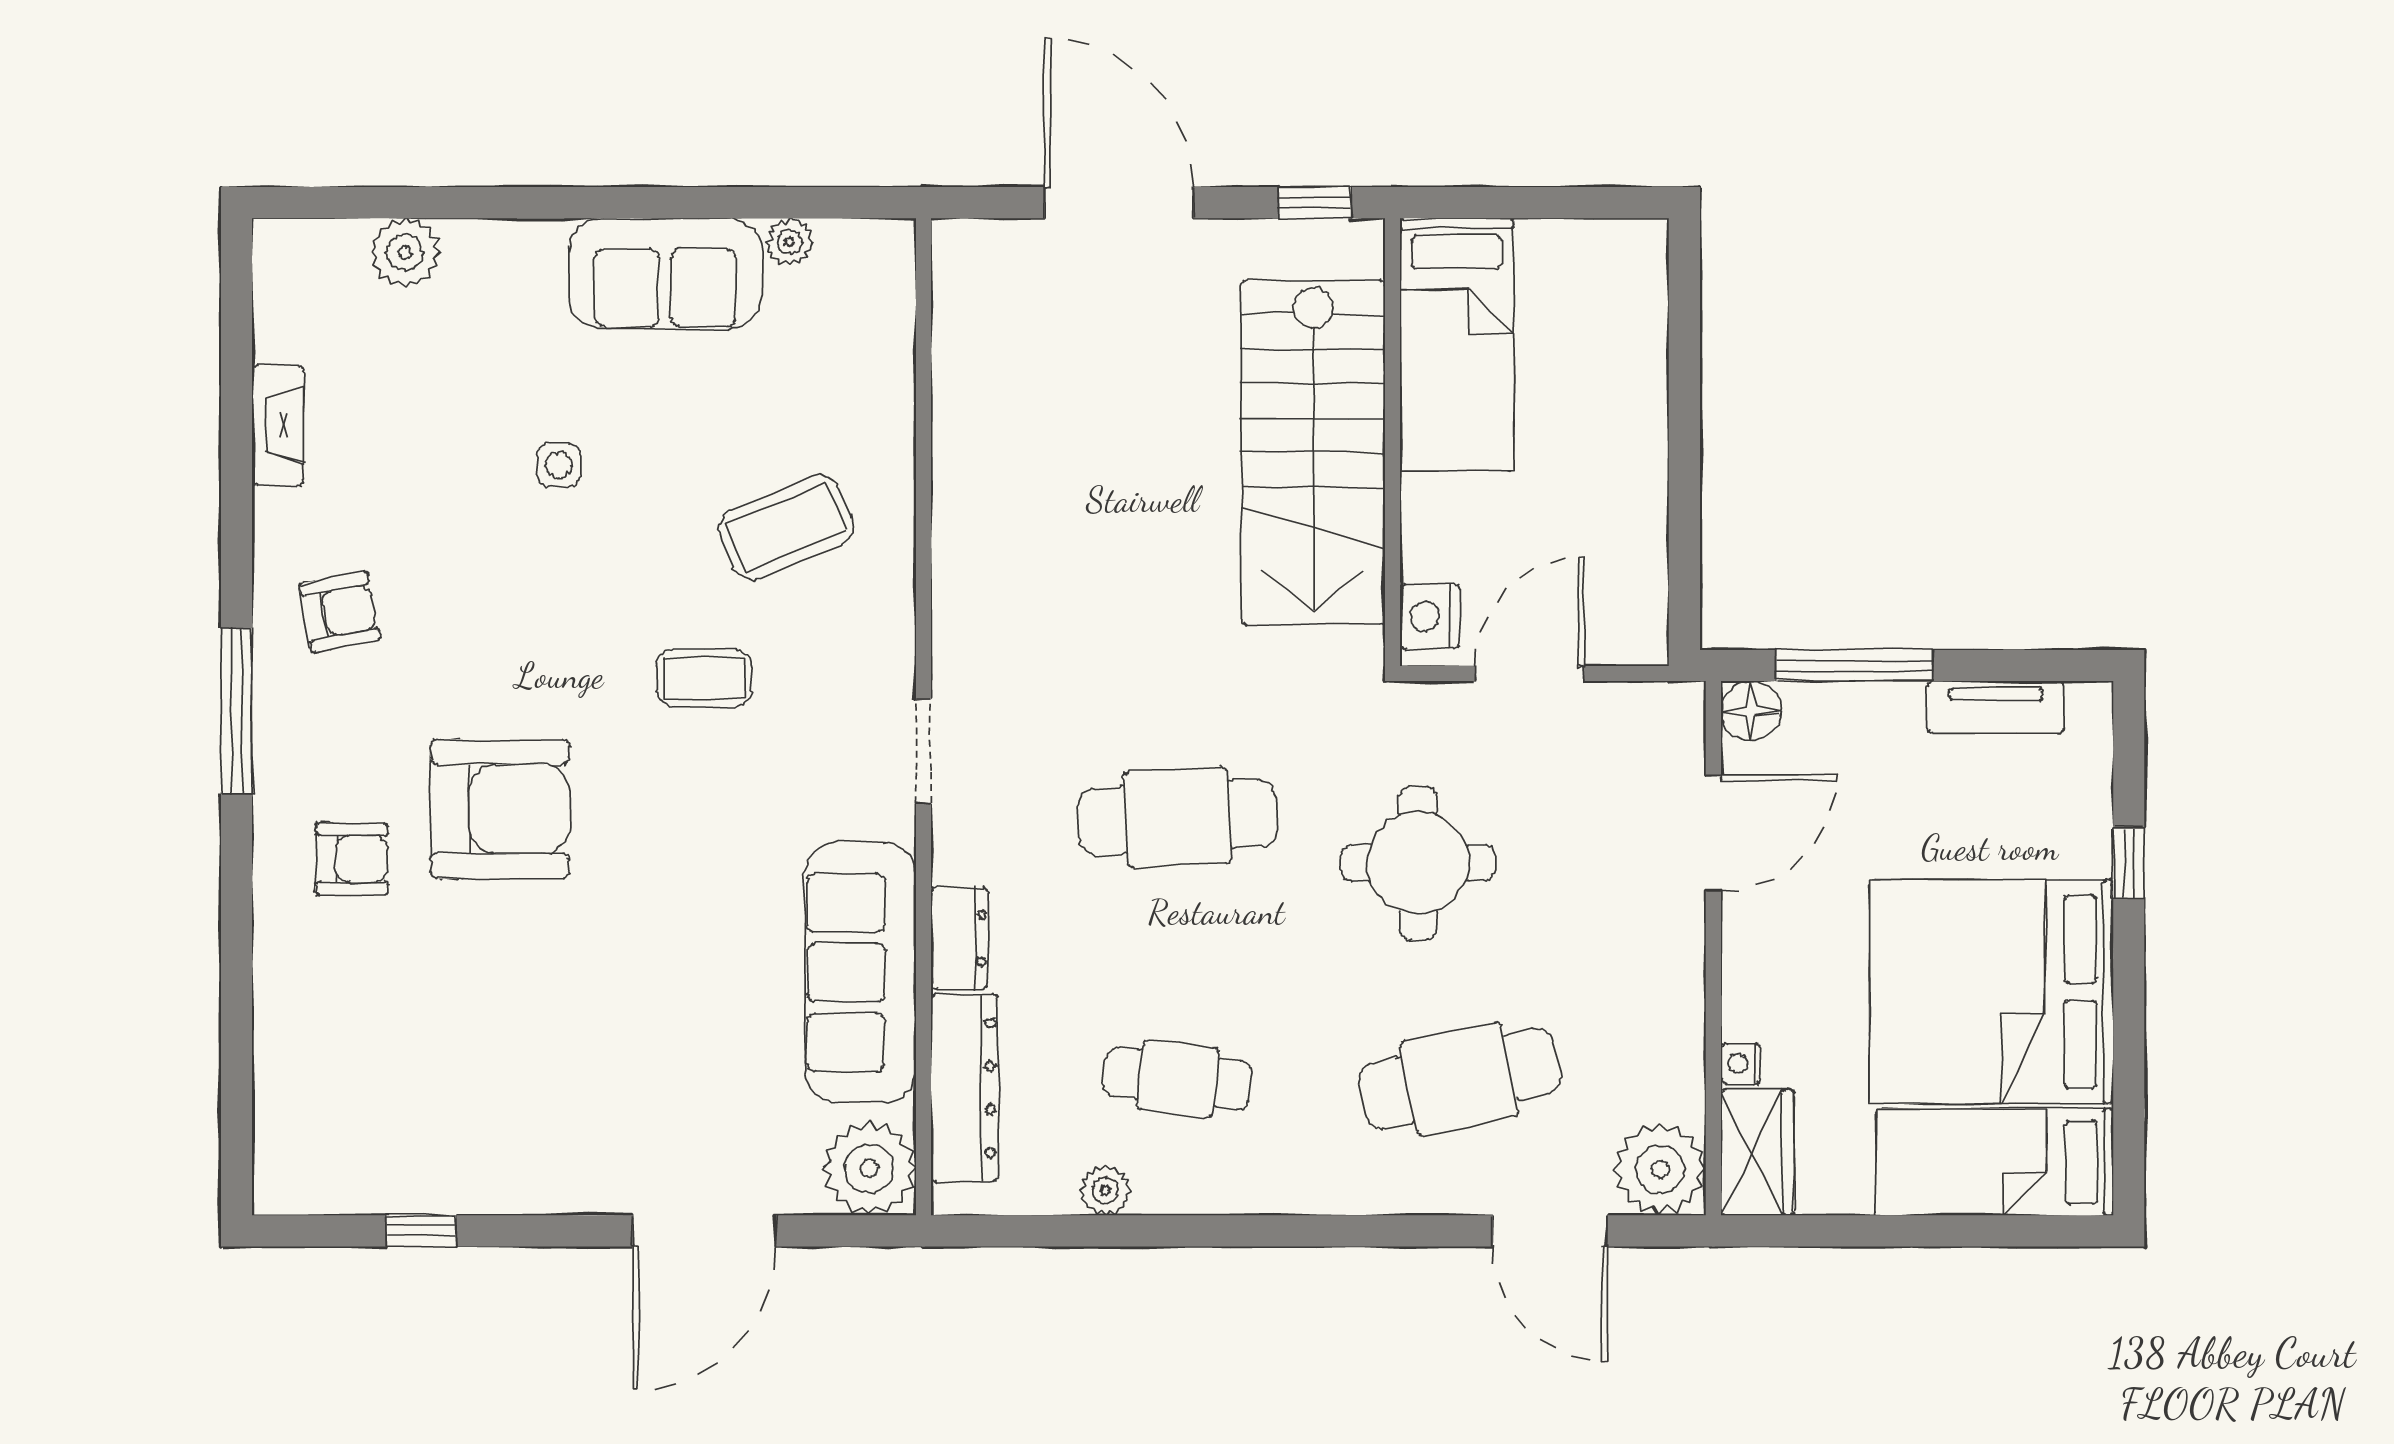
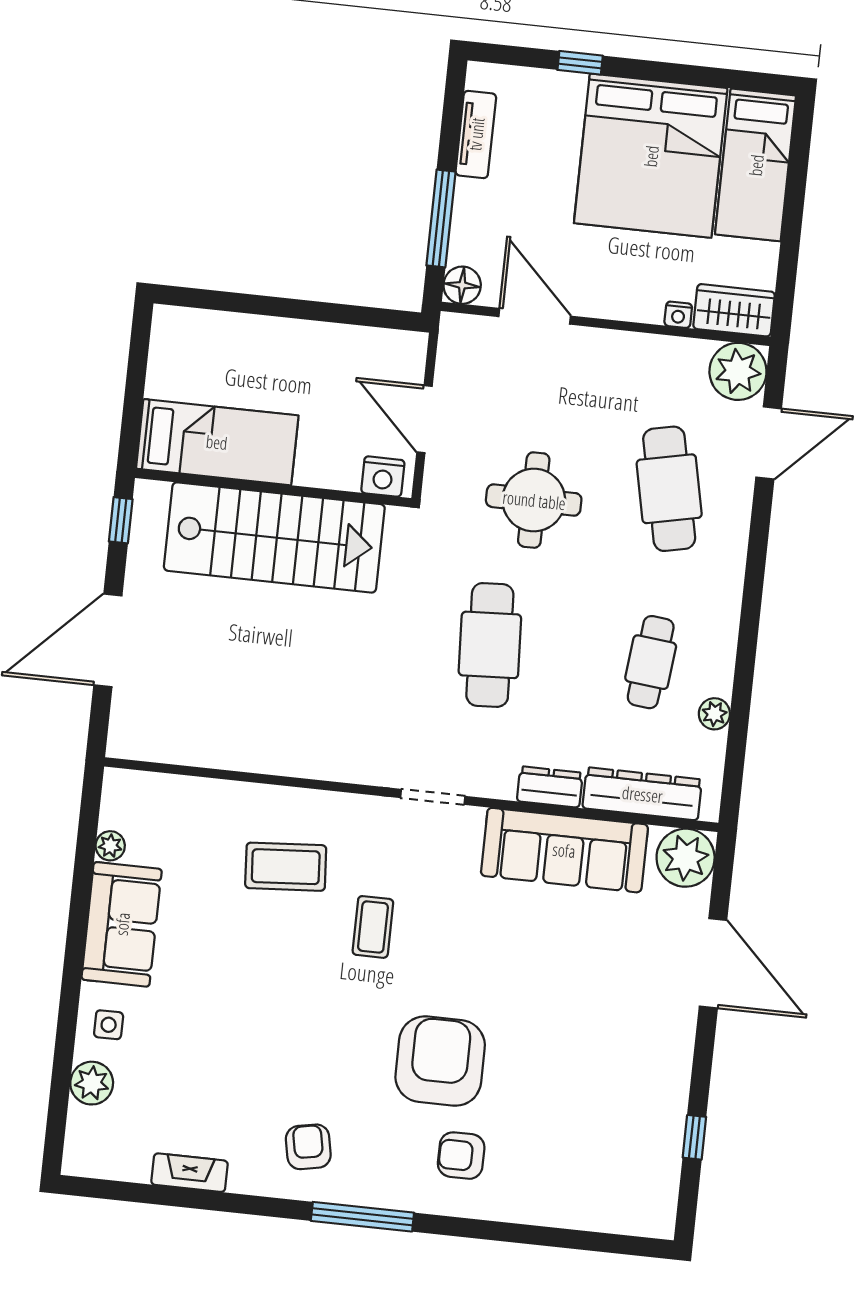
side table: (559, 465) -> (109, 1025), moved
coffee table: (786, 527) -> (286, 867), turned -71
armchair: (352, 859) -> (461, 1156), turned -90

